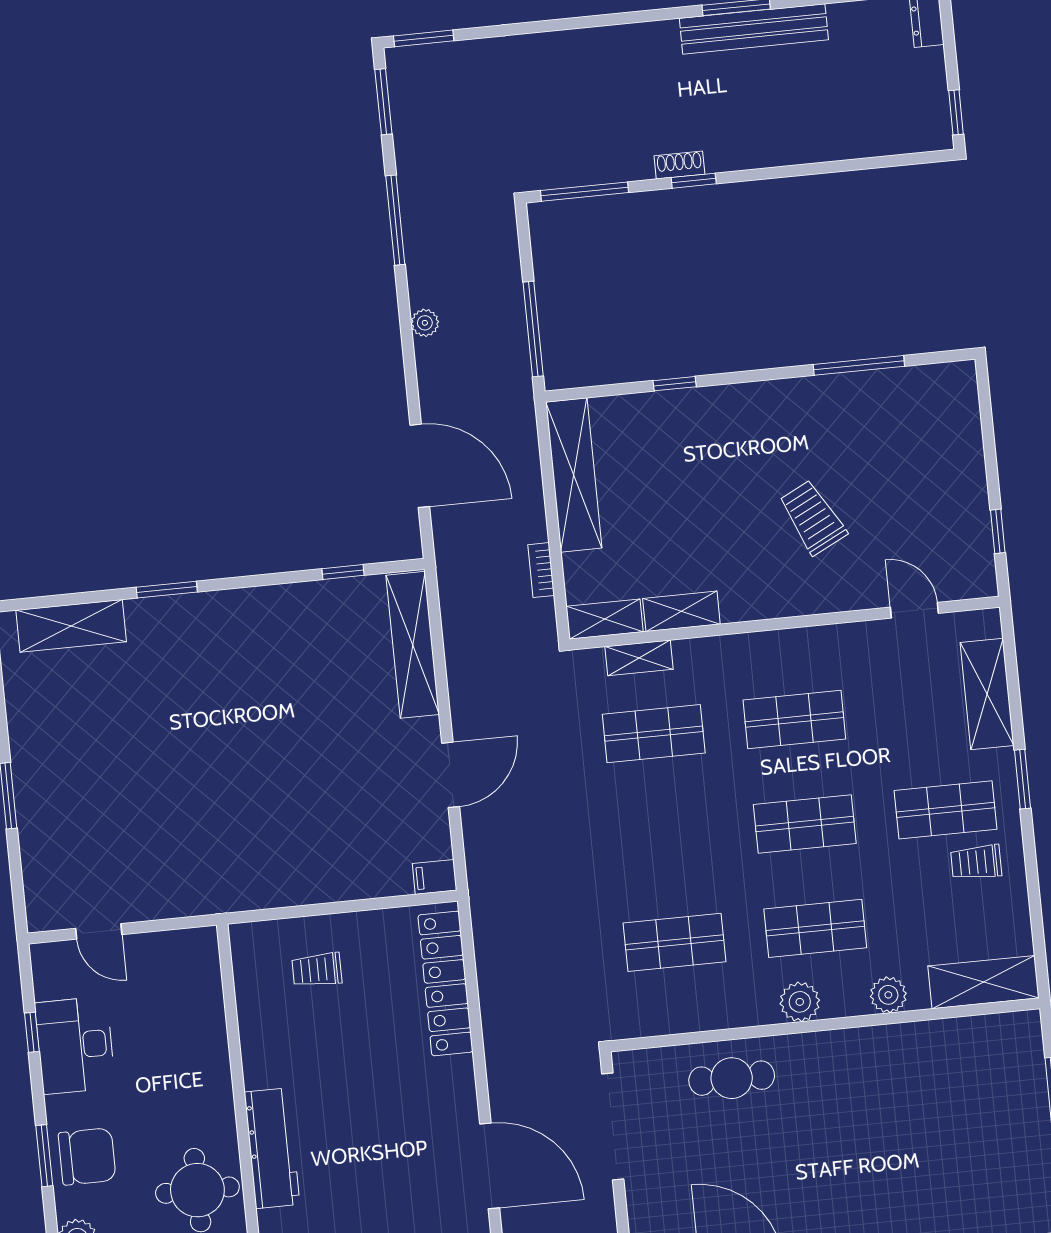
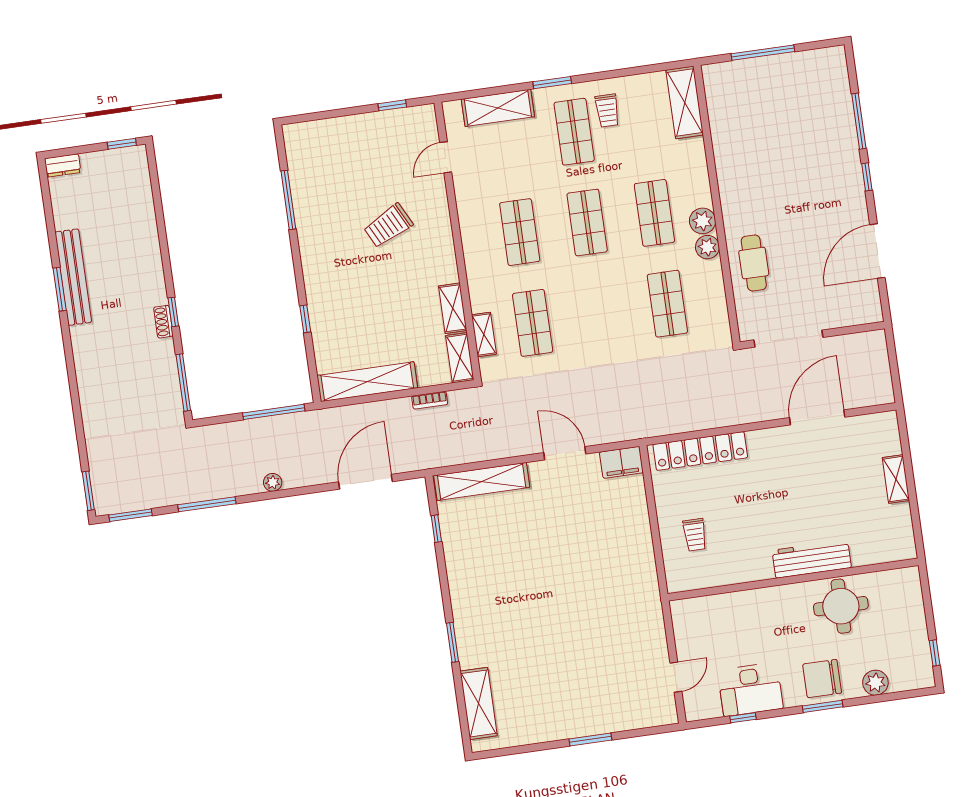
filing cabinet: (435, 877) -> (621, 462), width x2.00
plant: (888, 995) -> (707, 247), moved
chair: (87, 1157) -> (822, 679), turned -90

